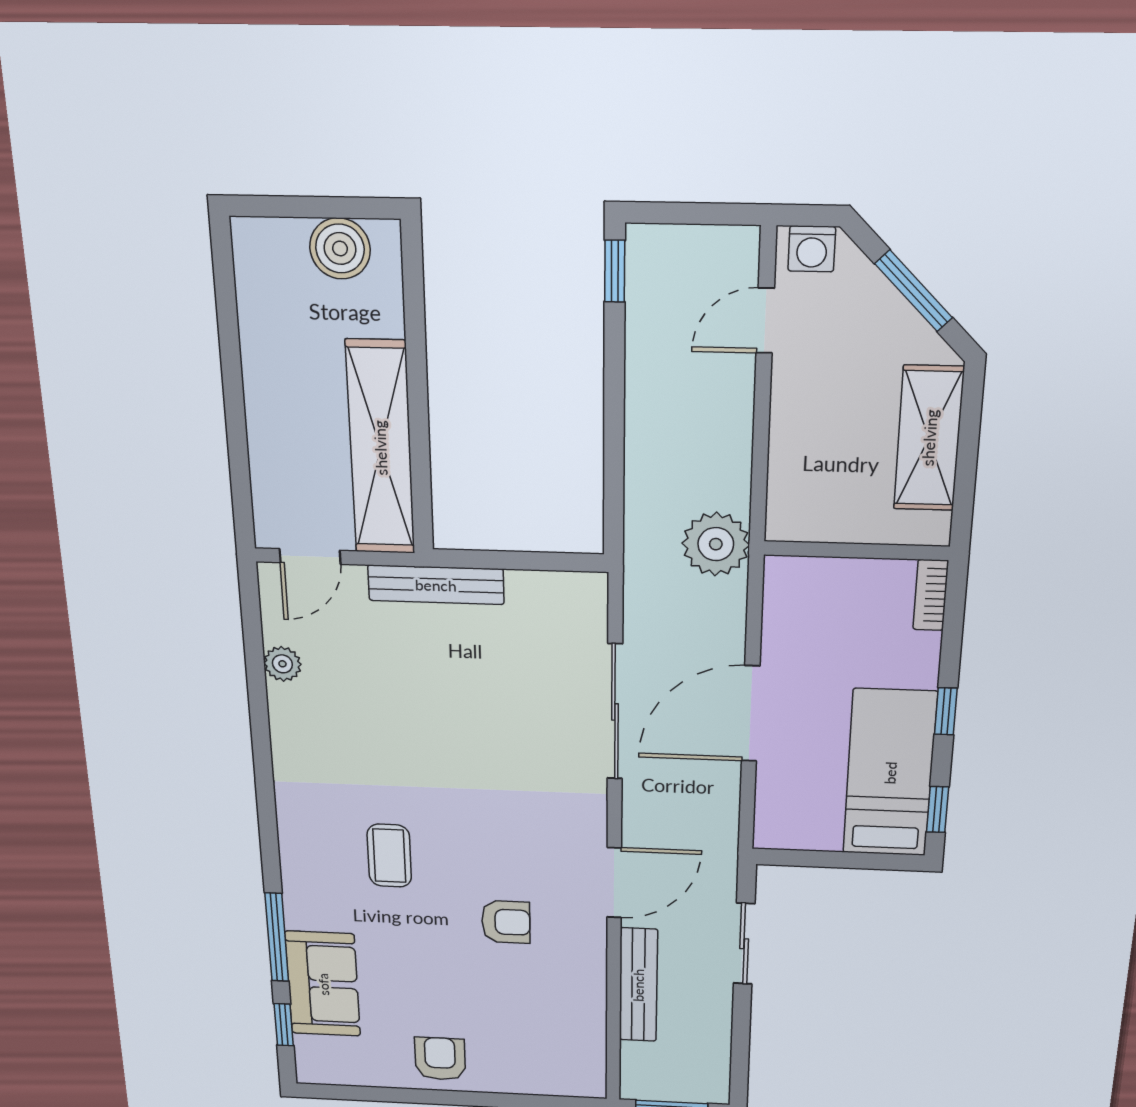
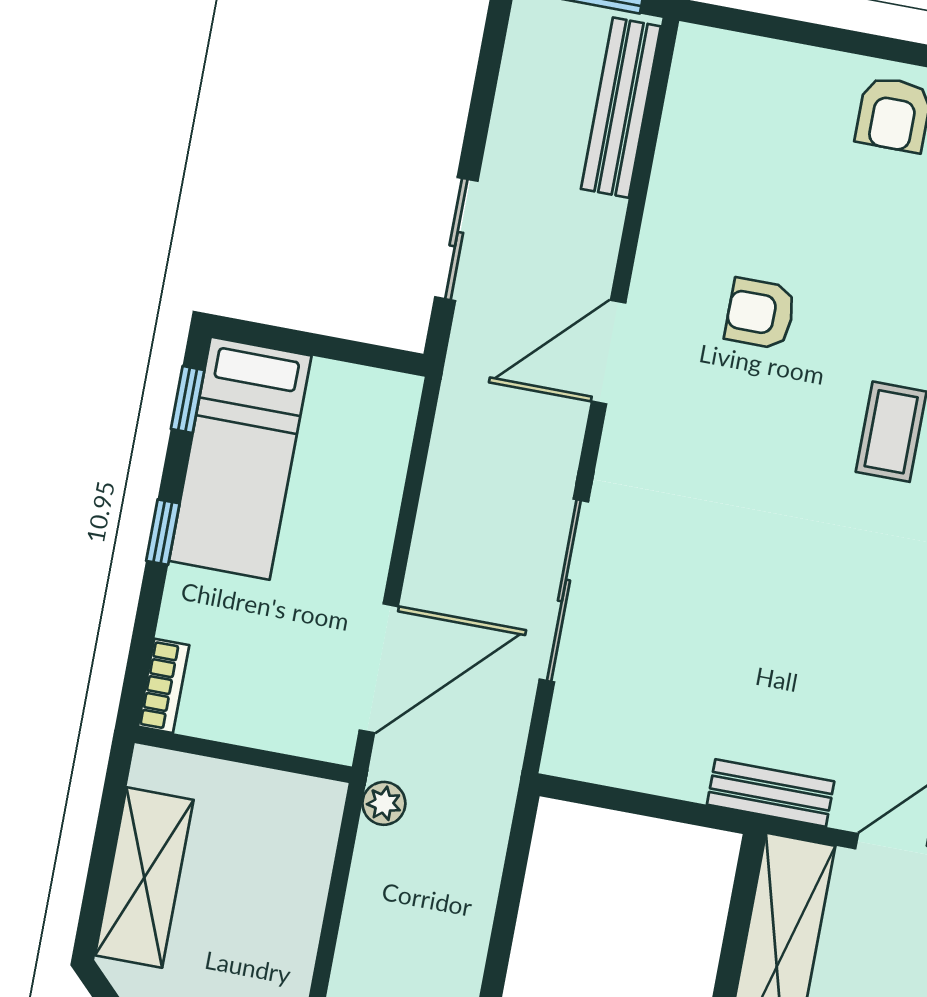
plant: (716, 544) -> (384, 803), width x0.53, depth x0.53
bench: (436, 585) -> (771, 793), width x0.73
door: (751, 714) -> (379, 668), moved
bench: (638, 985) -> (621, 108), moved

